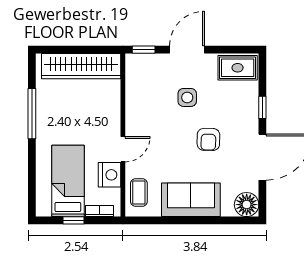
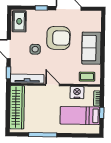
tv unit: (133, 84) -> (27, 79), added
armchair: (208, 139) -> (58, 38), width x1.88, depth x1.88
door: (123, 149) -> (52, 85), moved
floor lamp: (247, 205) -> (95, 18), removed

